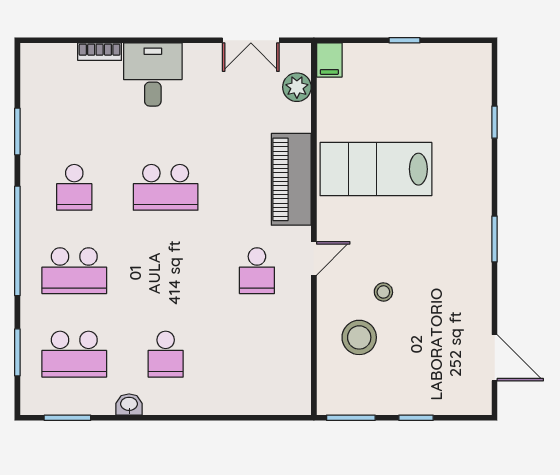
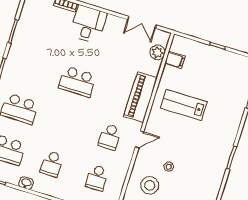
filing cabinet: (329, 60) -> (175, 60), moved, turned -90
lab bench: (376, 169) -> (184, 105), width x0.73, depth x0.72
school desk: (74, 187) -> (97, 178), moved

